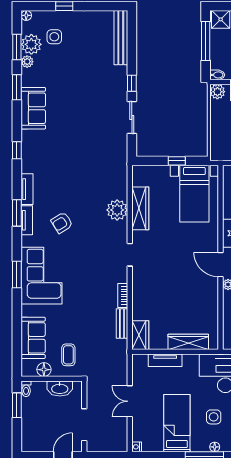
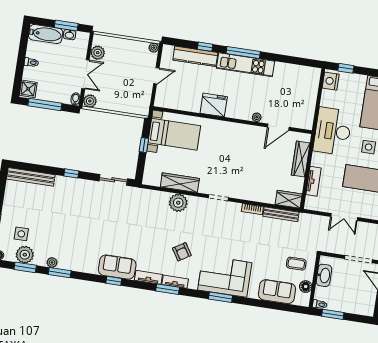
plant: (27, 62) -> (52, 262), moved
sofa: (33, 108) -> (117, 267), moved
sliding door: (132, 118) -> (113, 180), moved
door: (221, 265) -> (278, 127), moved
bench: (122, 324) -> (281, 214), width x1.36

